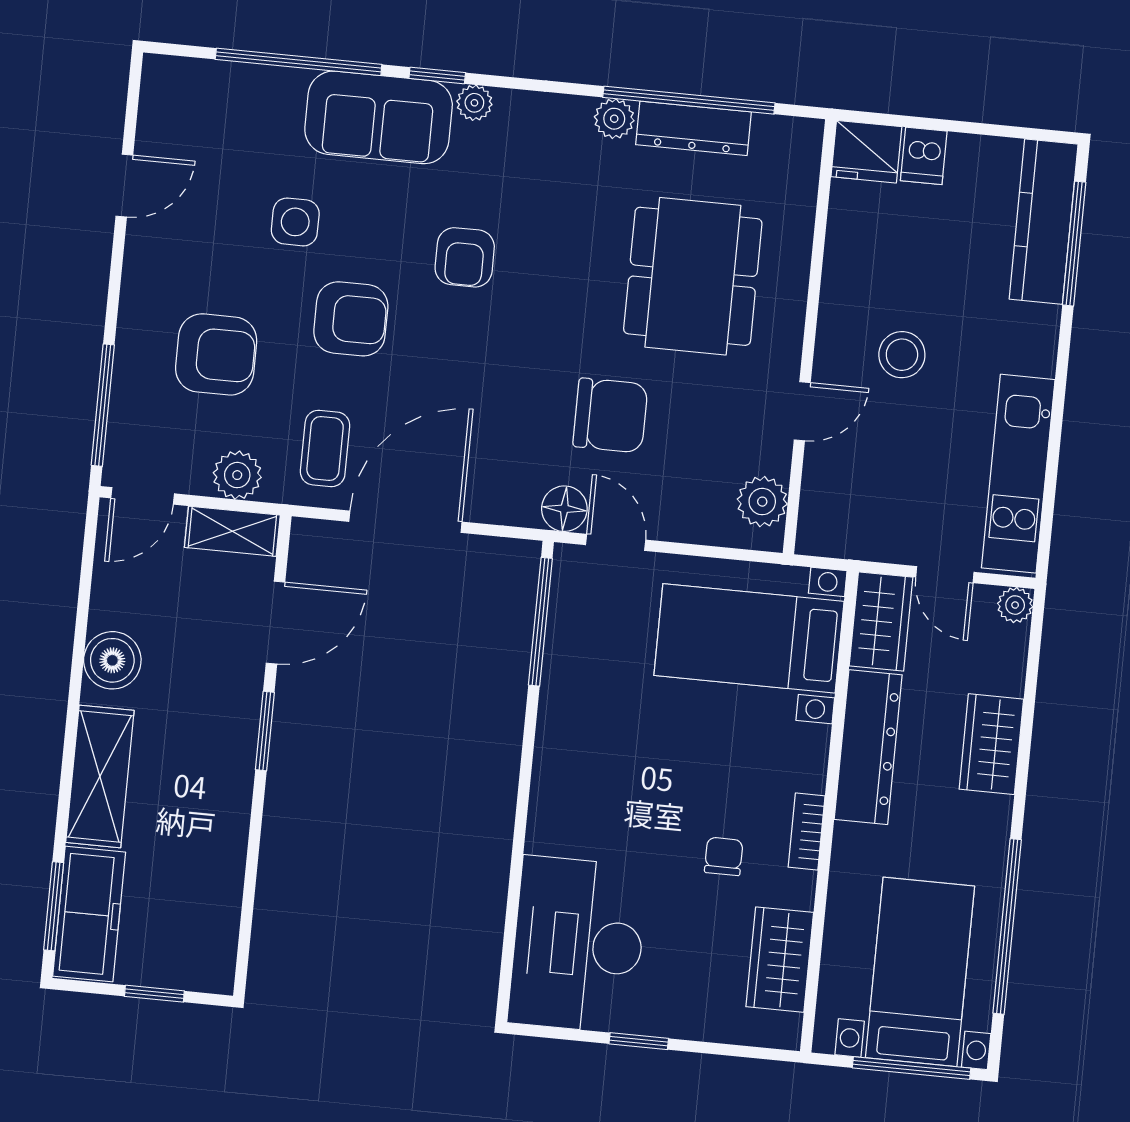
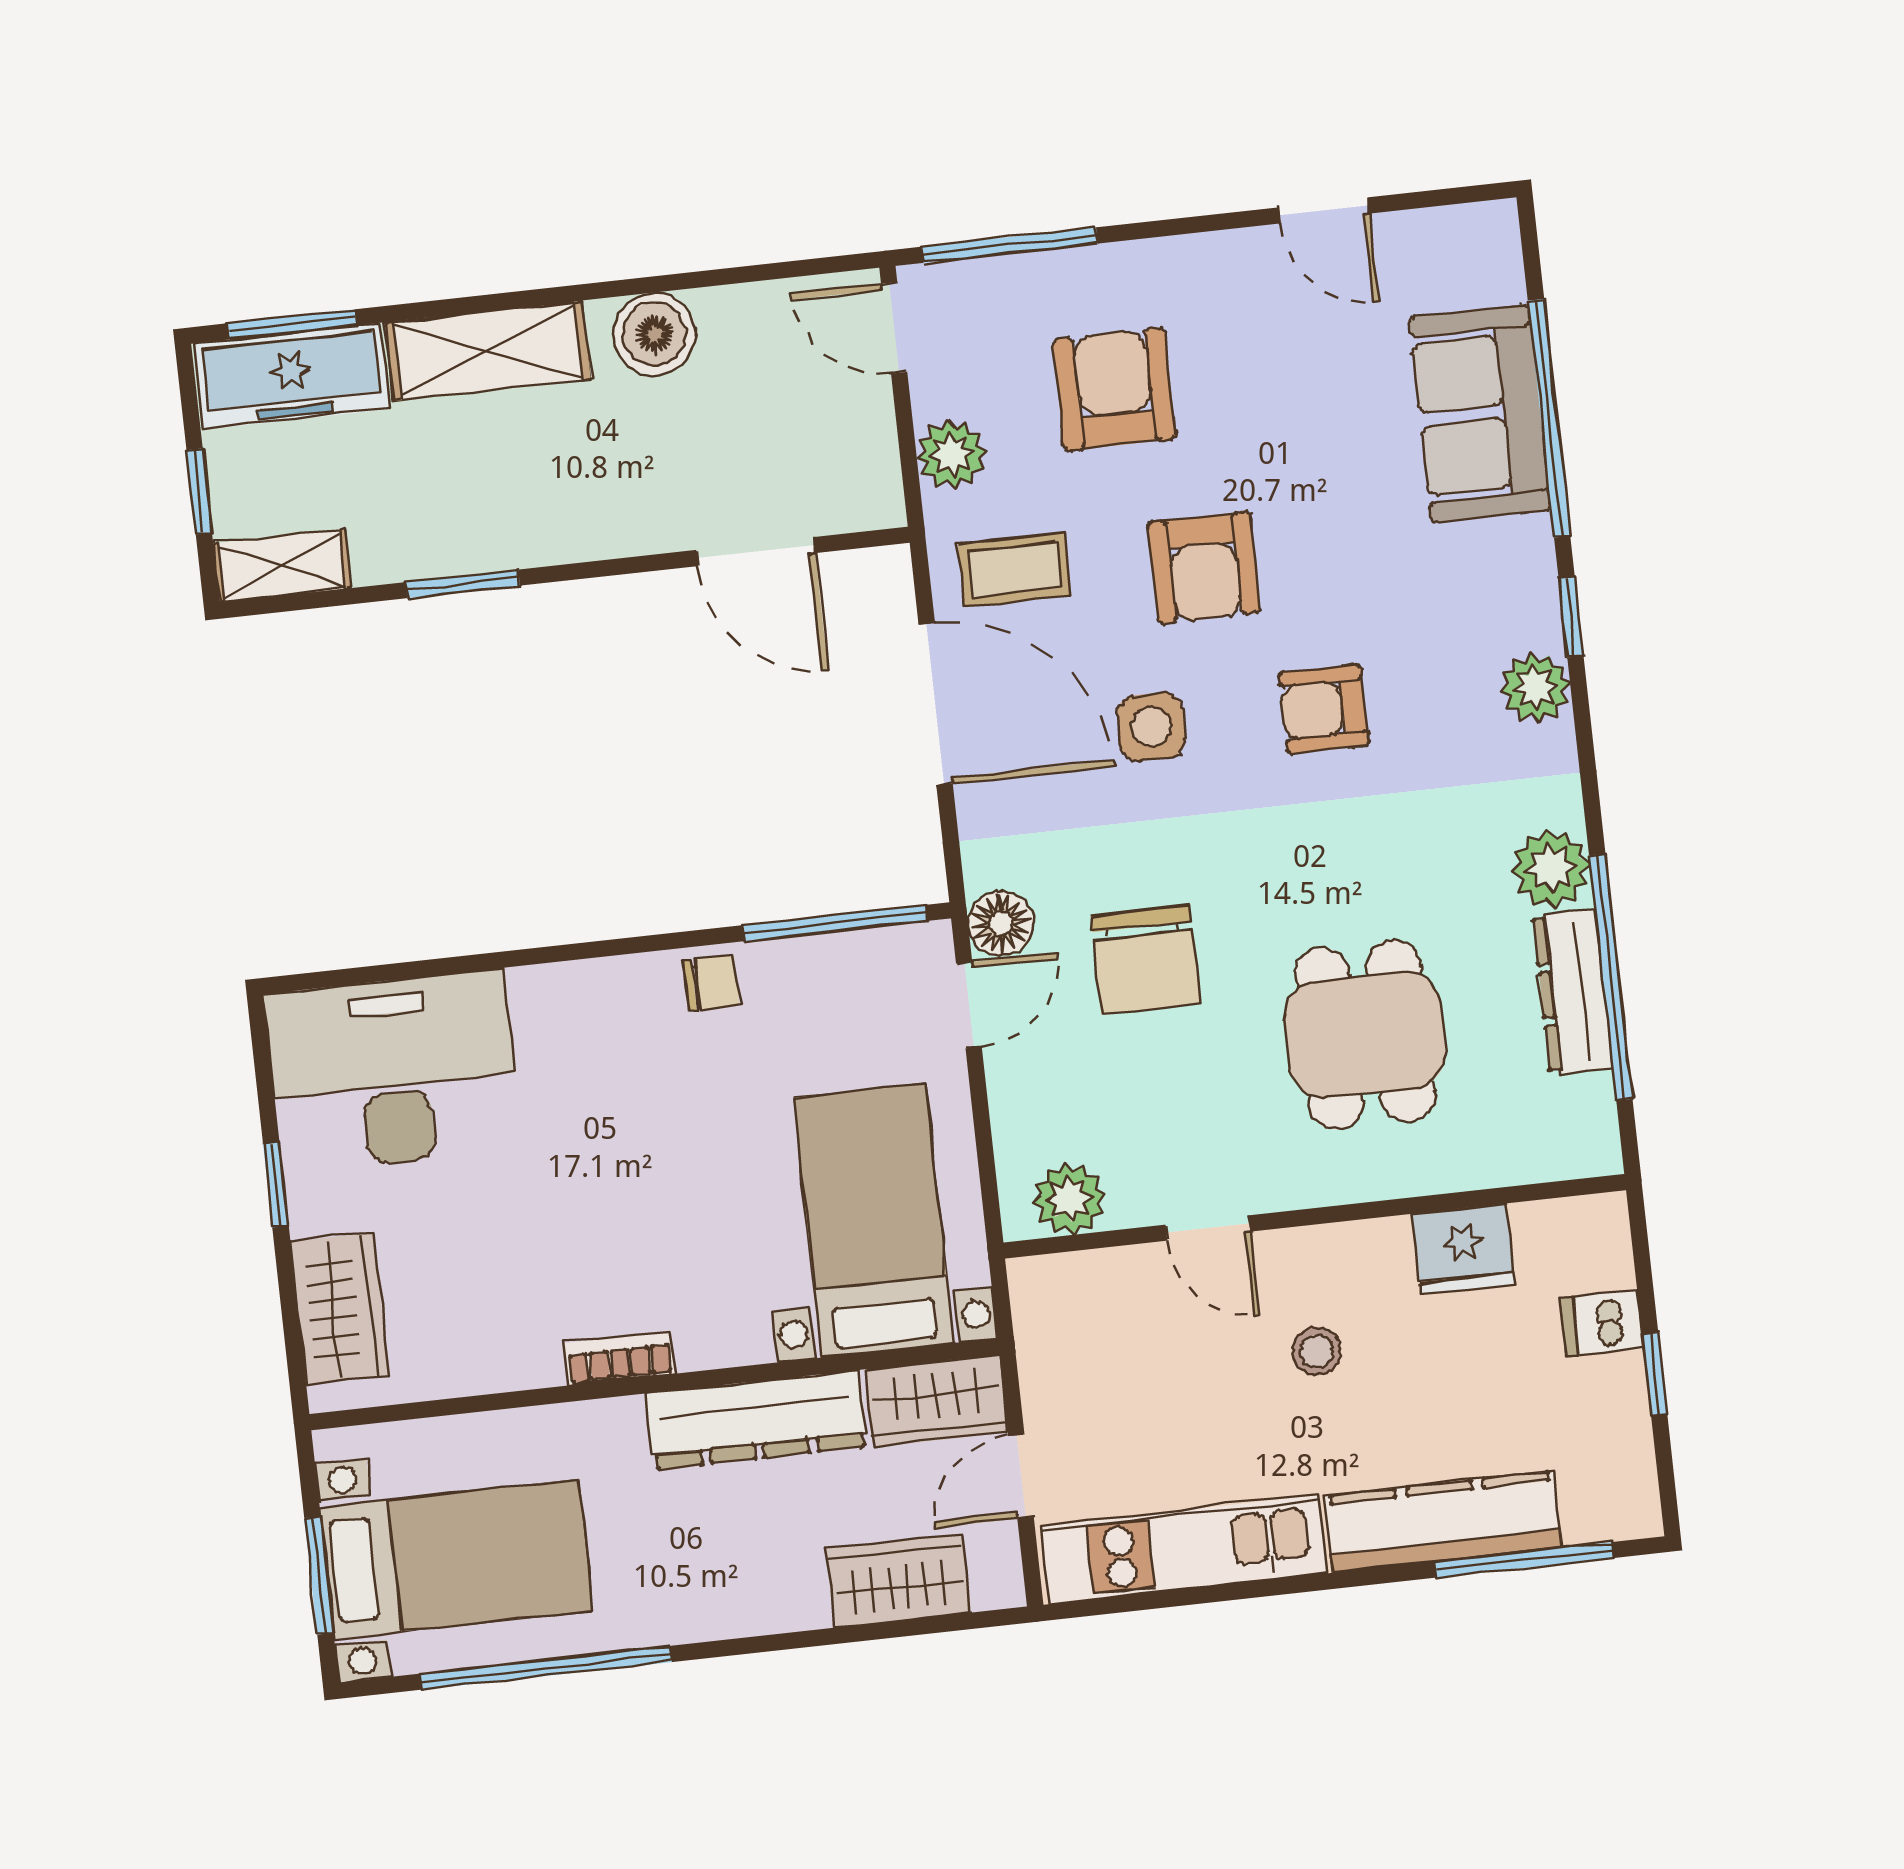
plant: (474, 103) -> (1535, 688), width x1.38, depth x1.38
sofa: (379, 117) -> (1480, 414), moved
plant: (614, 119) -> (1551, 868), width x1.38, depth x1.38
window: (966, 127) -> (1655, 1374), added
fridge: (866, 152) -> (1464, 1249), moved, turned -90
side table: (295, 222) -> (1151, 727), moved
kitchen counter: (1044, 222) -> (1443, 1522), moved
dining table: (693, 276) -> (1365, 1035), width x0.73
armchair: (216, 354) -> (1114, 389), turned 180
stool: (902, 355) -> (1317, 1351), width x0.73, depth x0.73
shelving: (232, 531) -> (282, 566), moved, turned 90
plant: (1015, 605) -> (999, 1584), removed
window: (265, 731) -> (463, 584), moved
wardrobe: (991, 744) -> (898, 1581), moved
chair: (724, 856) -> (711, 983), moved
wardrobe: (780, 960) -> (340, 1308), moved, turned 90
window: (911, 1068) -> (319, 1575), width x0.69

